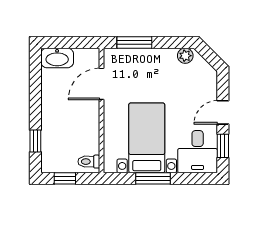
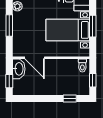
window: (64, 43) -> (9, 81), added
window: (134, 43) -> (9, 25), moved
washbasin: (57, 58) -> (19, 69), moved

